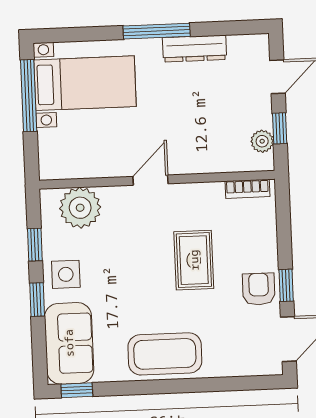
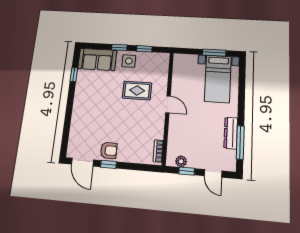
window: (157, 31) -> (240, 142), moved
window: (29, 96) -> (214, 53), width x0.69
plant: (80, 208) -> (159, 71), removed
rug: (194, 260) -> (137, 90), moved
coffee table: (165, 354) -> (85, 102), removed
window: (77, 390) -> (74, 74), moved

